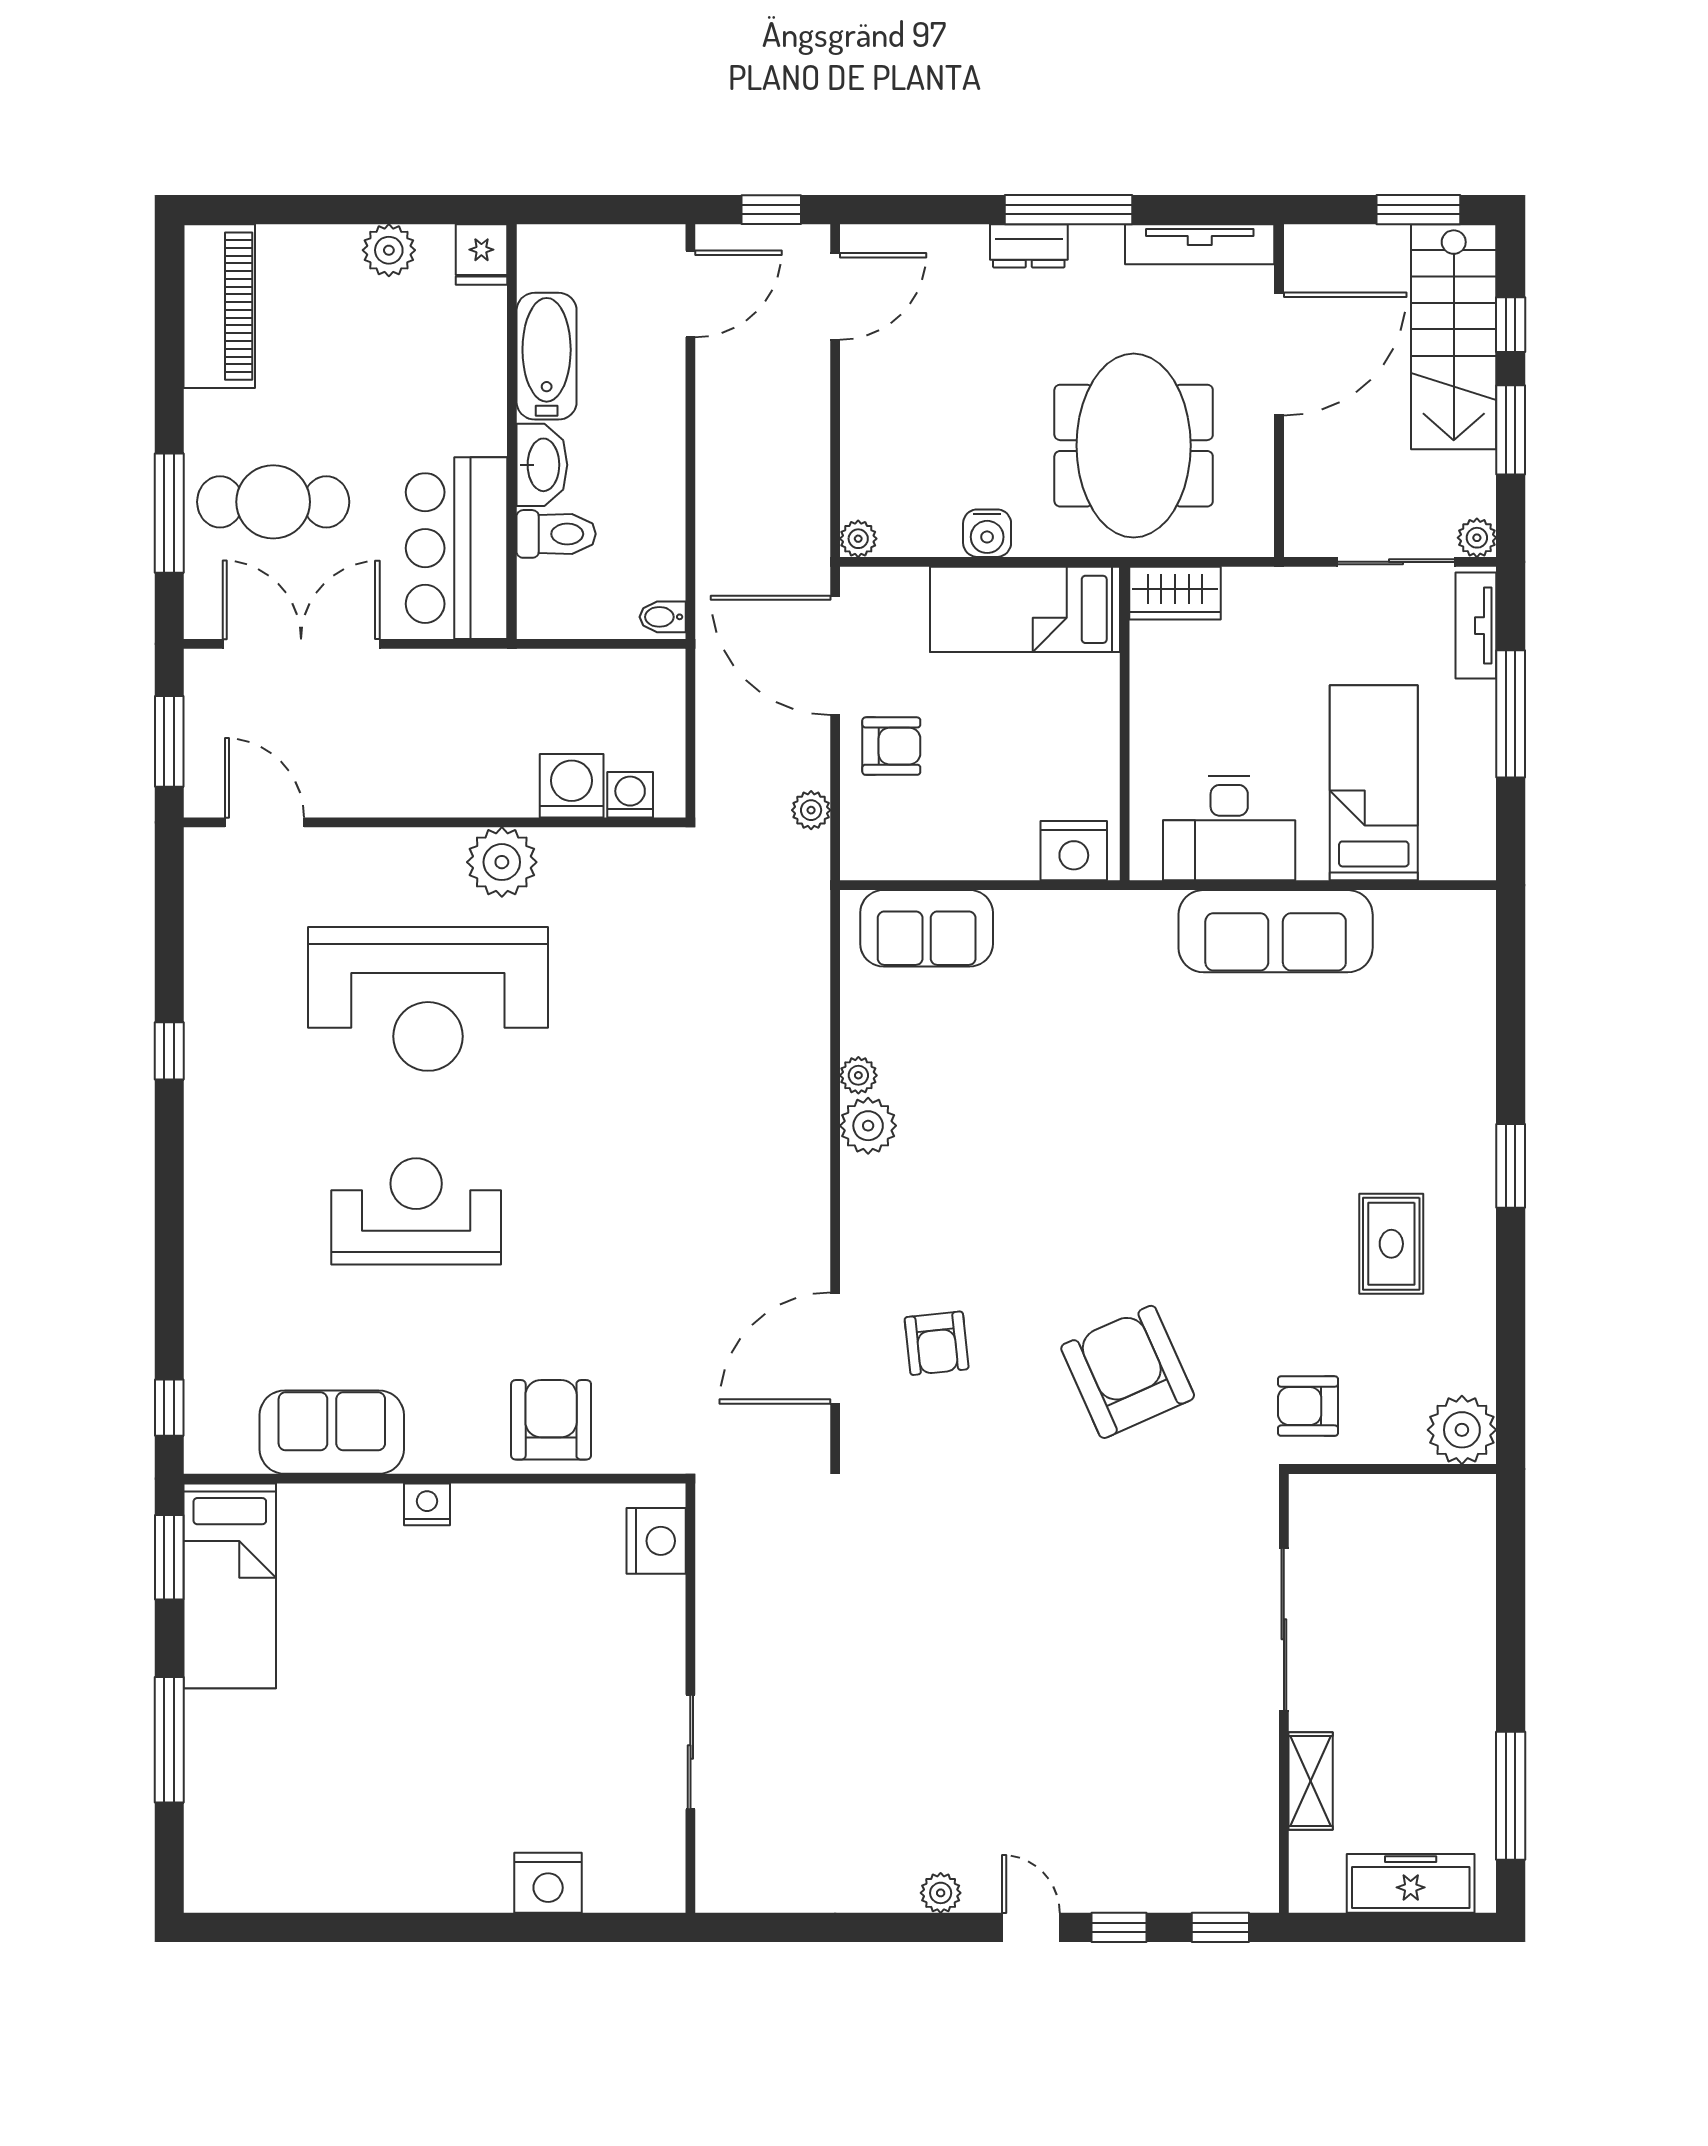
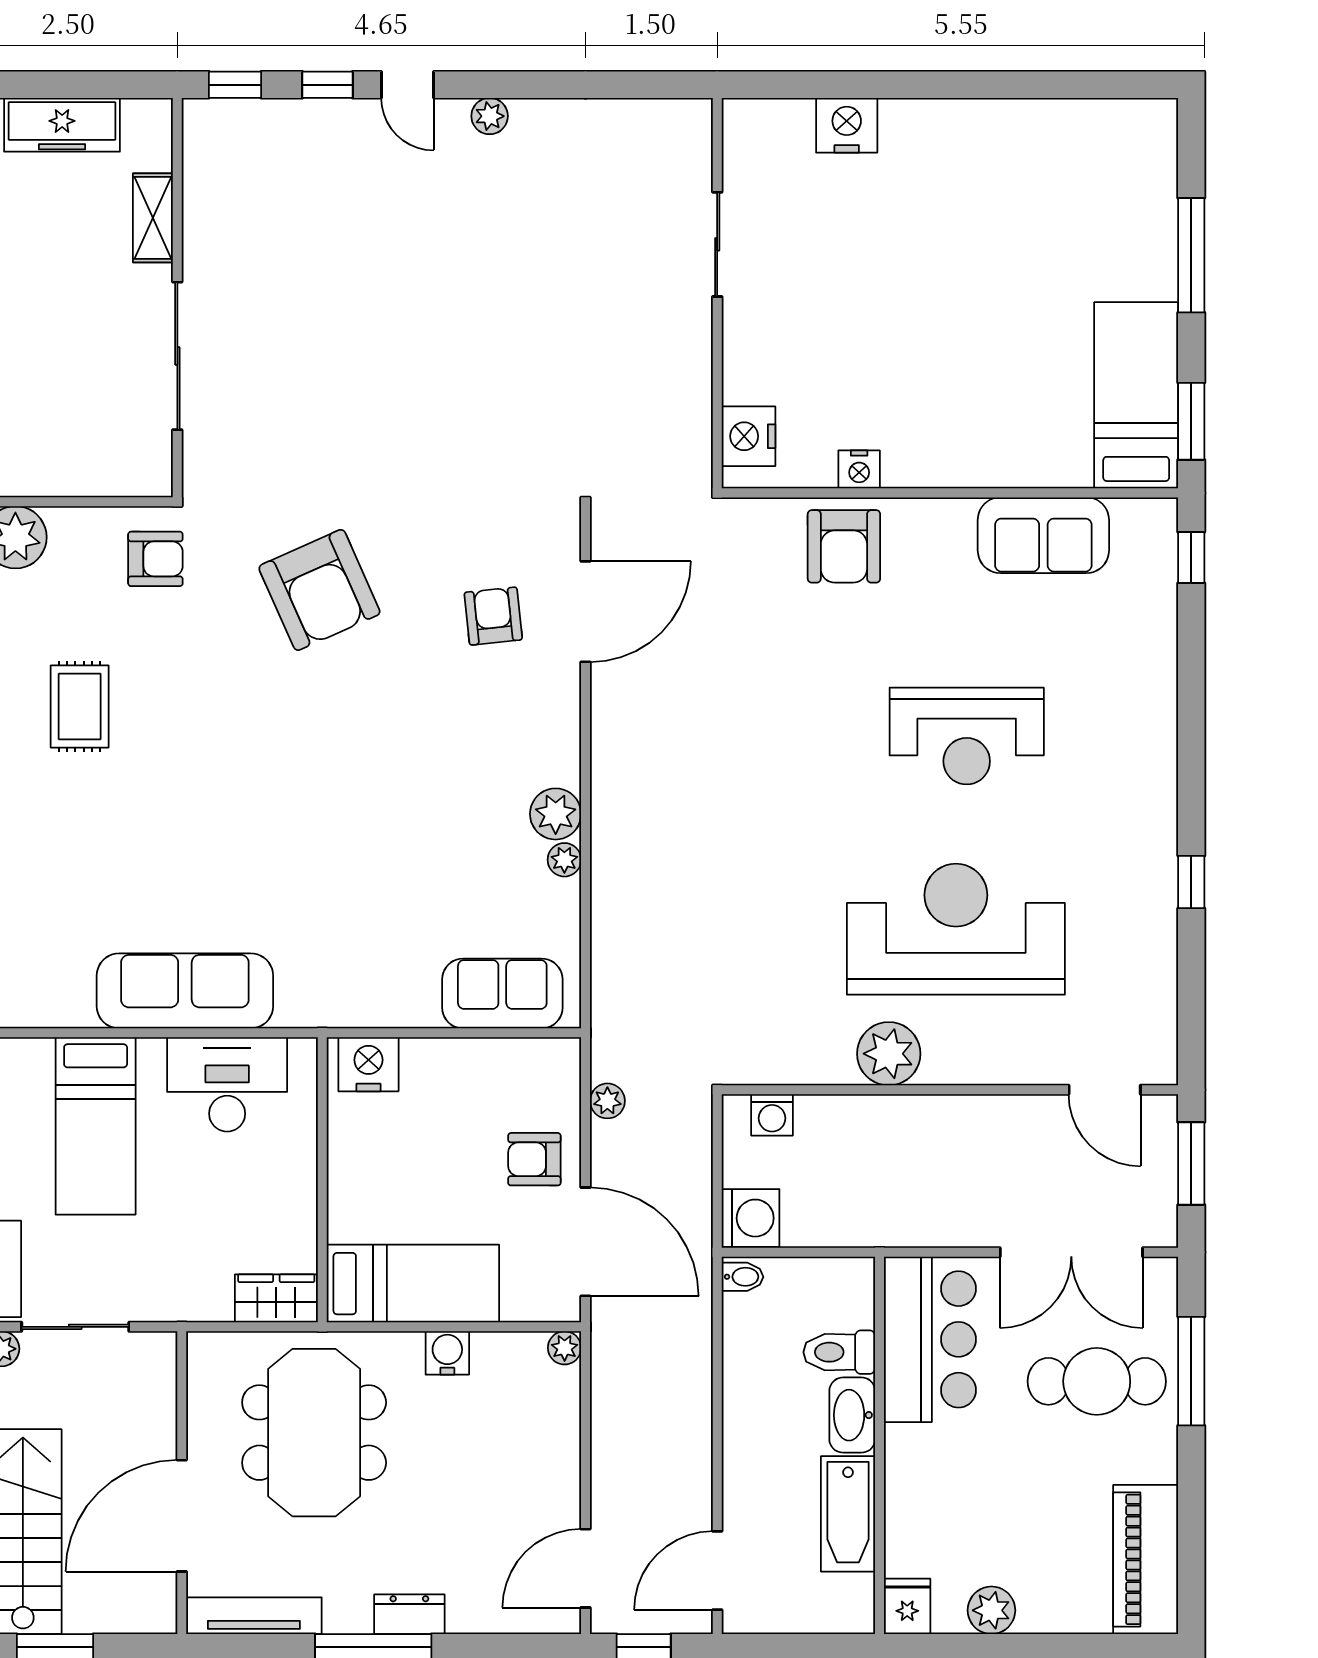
washing machine: (572, 786) -> (751, 1218), moved, turned -90
nightstand: (427, 1504) -> (859, 469), moved

